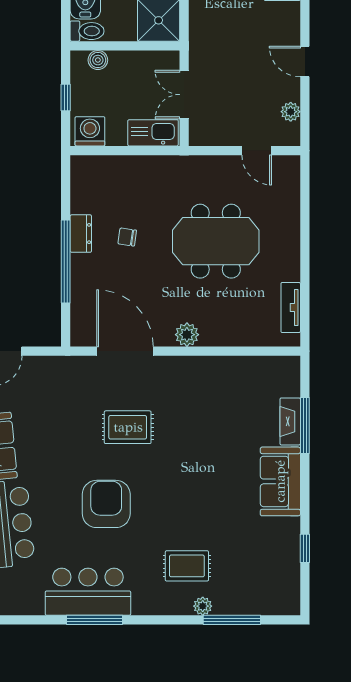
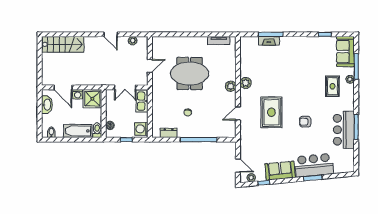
door: (305, 62) -> (111, 34), hinge flipped
door: (257, 151) -> (150, 66), moved
dresser: (81, 234) -> (169, 133), moved
meeting table: (216, 241) -> (190, 74), turned 90
door: (125, 351) -> (238, 113), width x0.53
plant: (195, 368) -> (246, 83), added
rug: (128, 427) -> (271, 112), width x1.36, depth x1.43
sofa: (280, 481) -> (345, 52), moved, turned 90
armchair: (106, 504) -> (305, 122), width x0.53, depth x0.53

